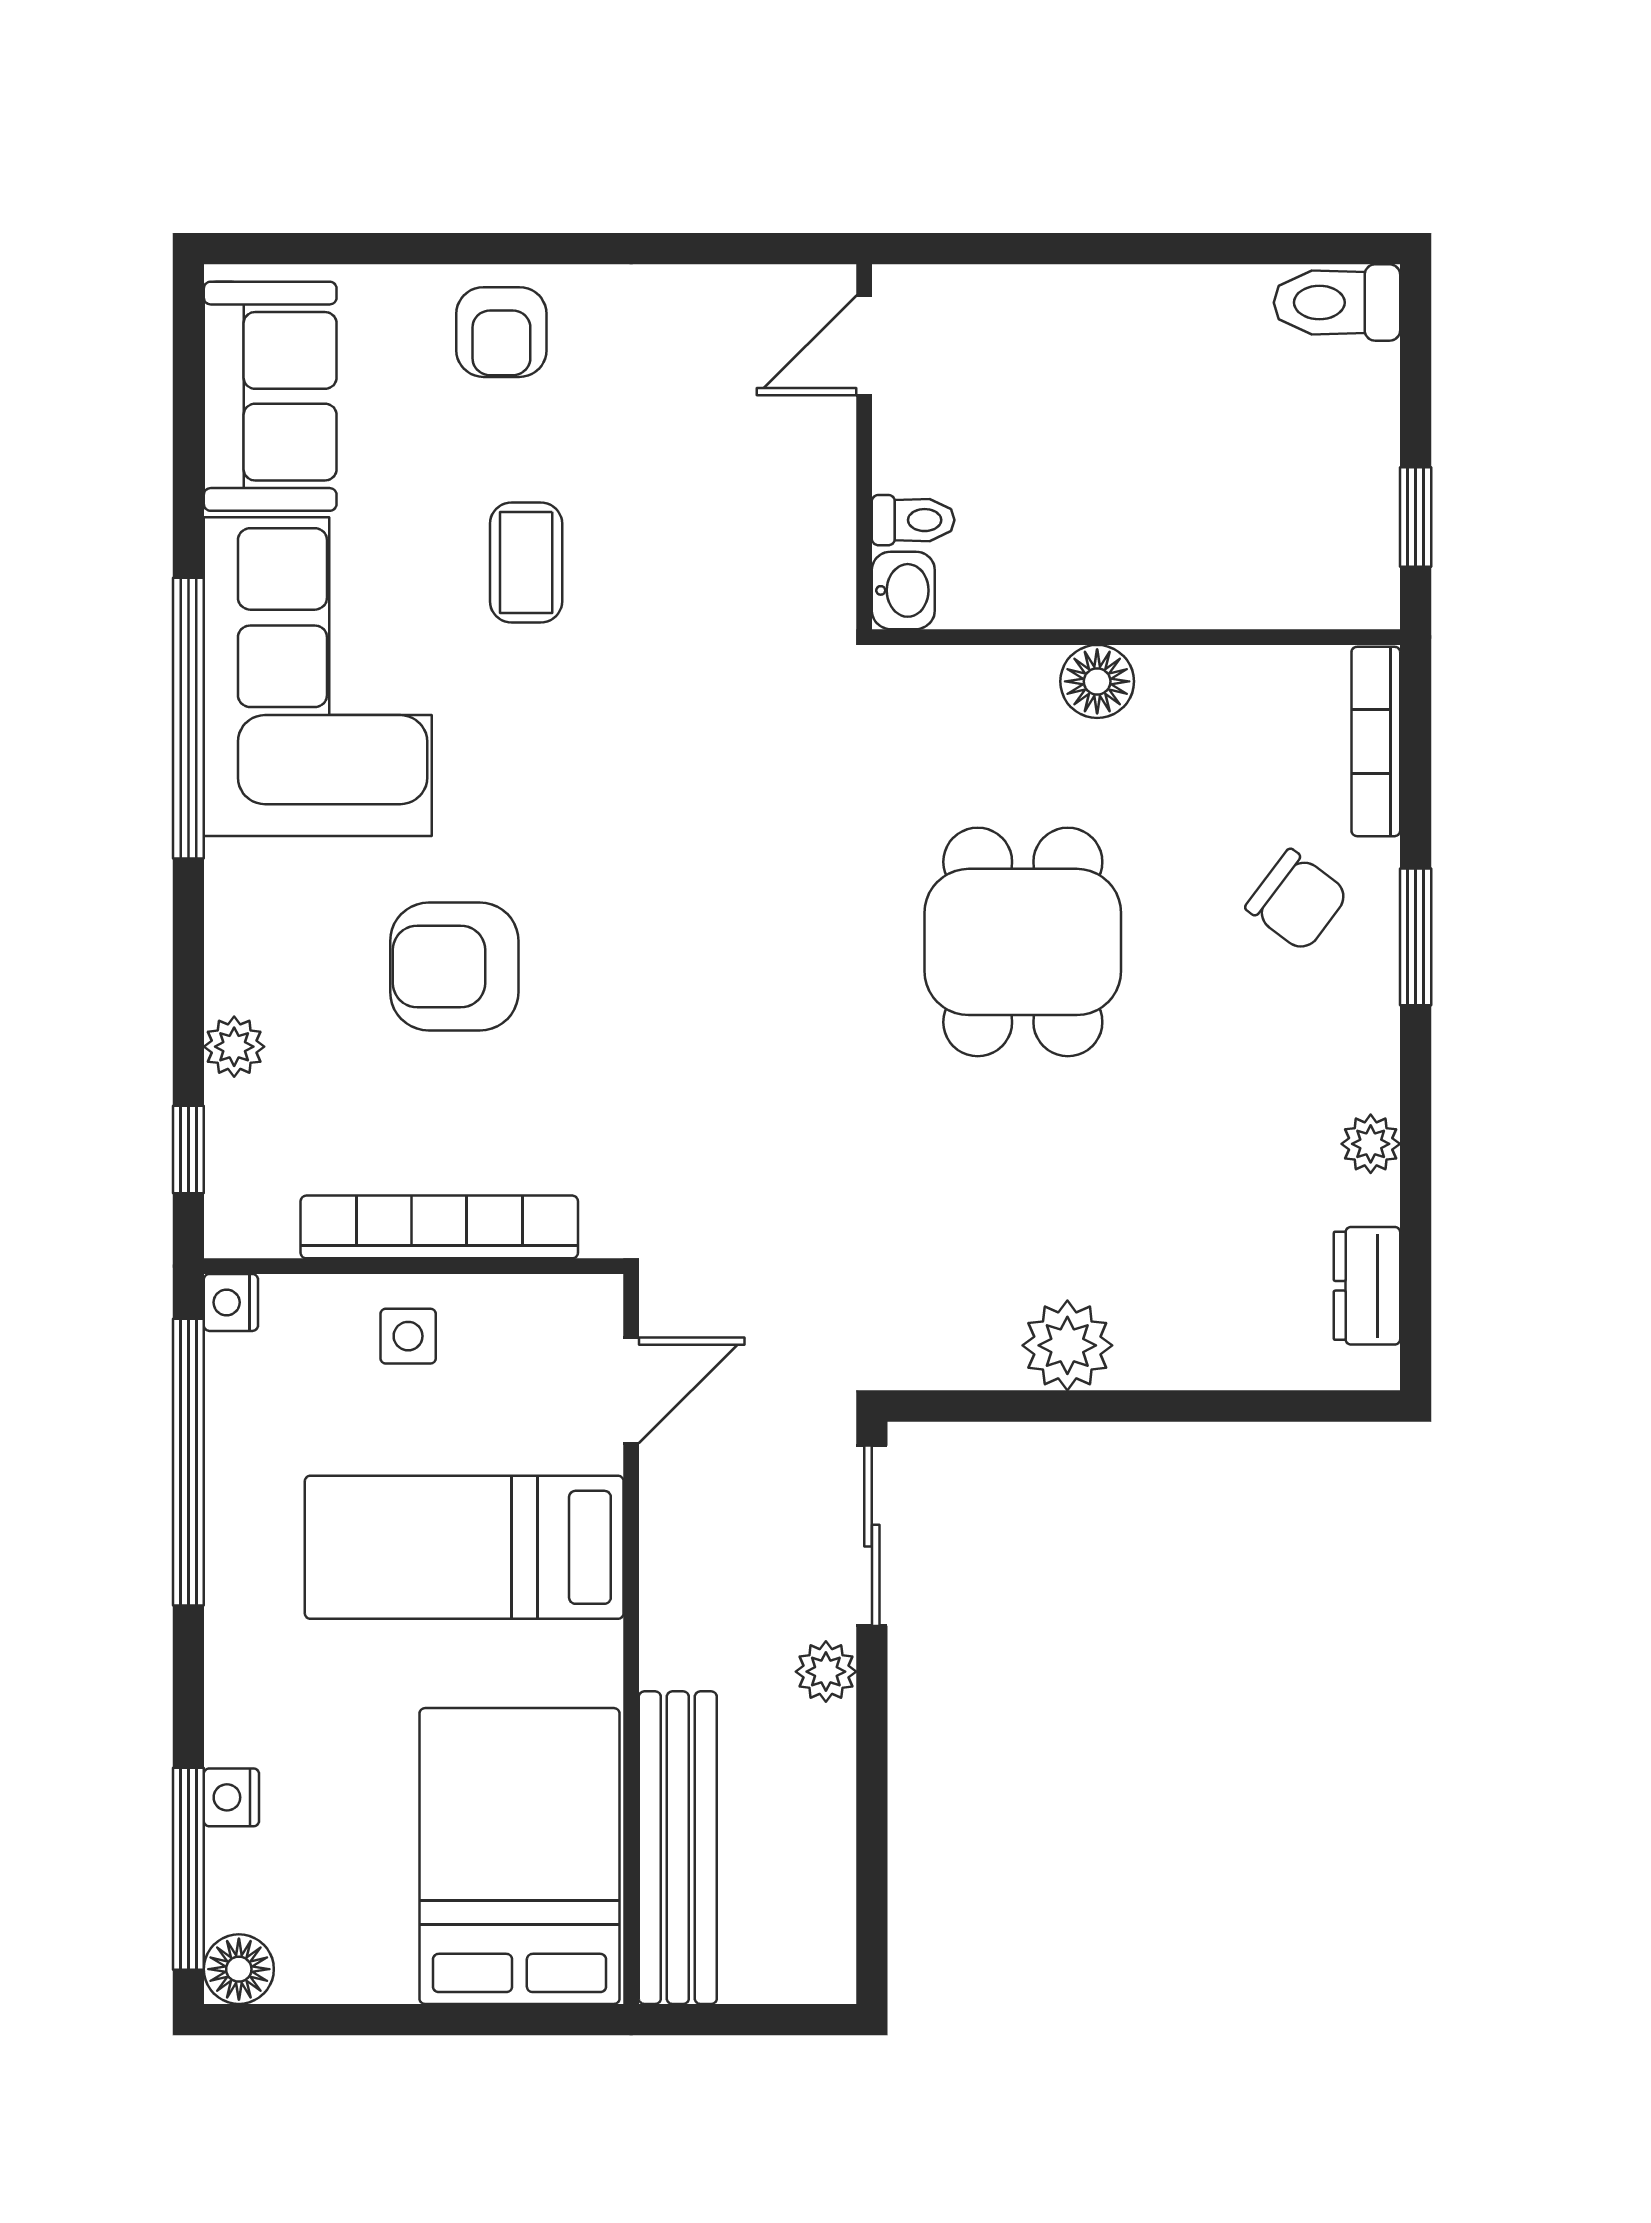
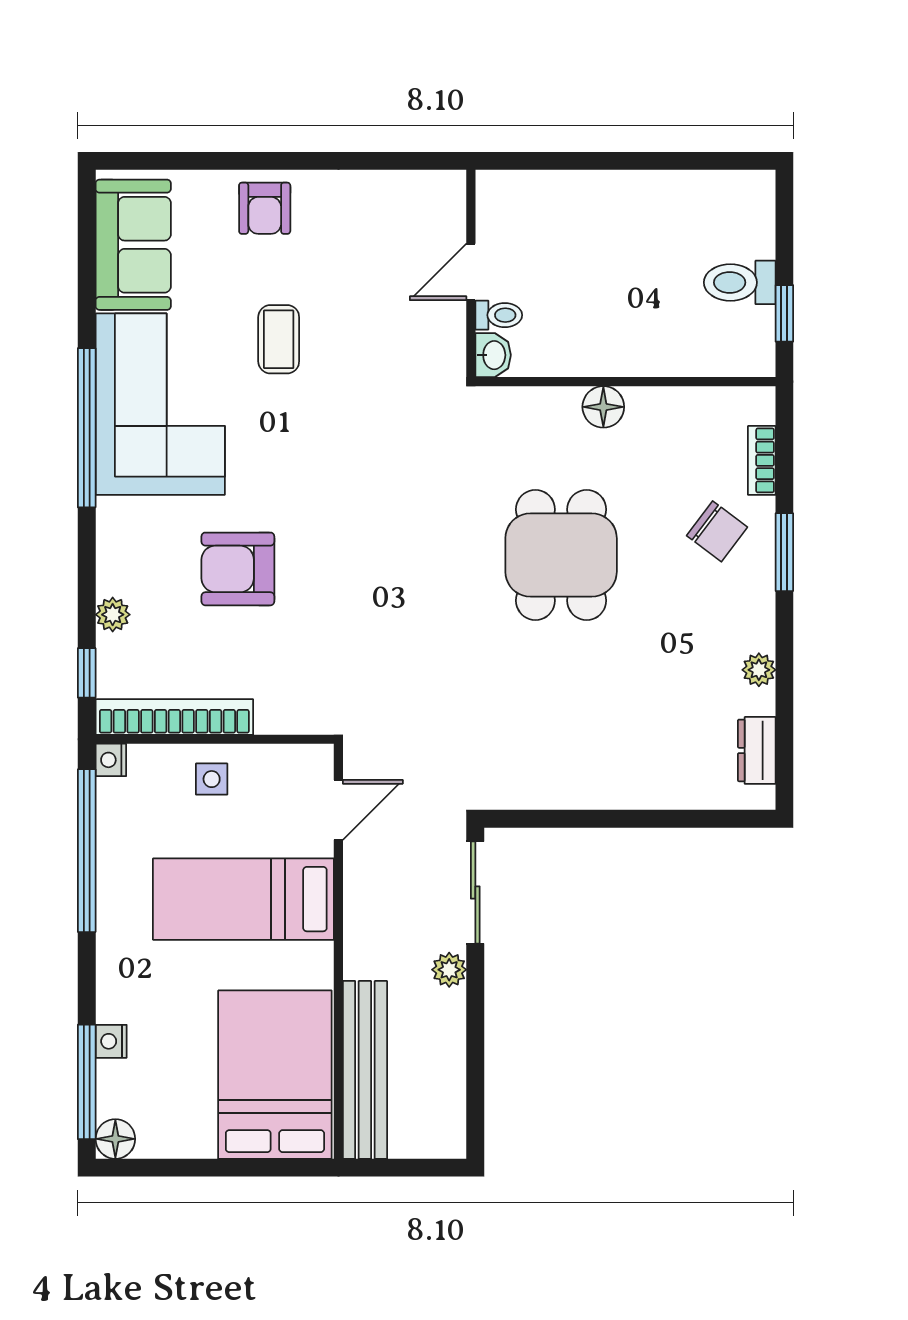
toilet: (1337, 303) -> (740, 282), moved
door: (864, 345) -> (471, 272), moved
bookcase: (1376, 741) -> (762, 460), width x0.64
bookcase: (439, 1227) -> (174, 717), moved
plant: (1067, 1345) -> (586, 784), removed

